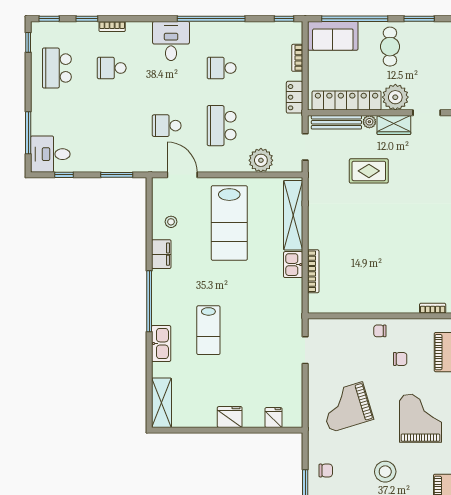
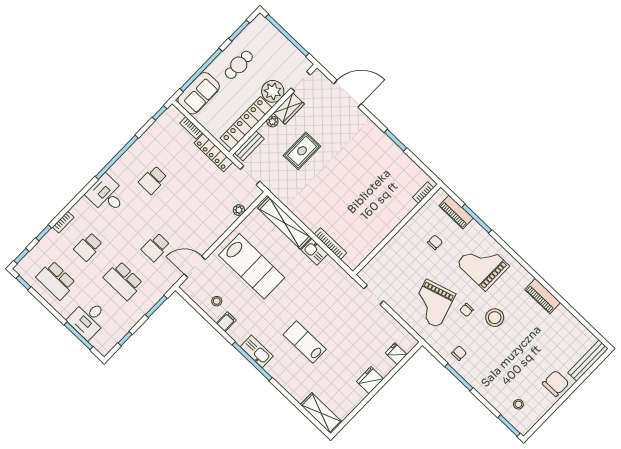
cafe table: (390, 47) -> (239, 65), turned 90
locker: (295, 97) -> (213, 153), width x1.53
bench: (336, 122) -> (249, 146), width x0.73
school desk: (222, 126) -> (123, 281), moved
desk: (50, 154) -> (88, 319), moved
plant: (261, 160) -> (239, 210), width x0.53, depth x0.53
filing cabinet: (161, 254) -> (226, 322), width x0.50
lab bench: (208, 330) -> (305, 342), turned 180
chair: (380, 331) -> (467, 310), moved
kitchen sink: (161, 343) -> (257, 351), moved

